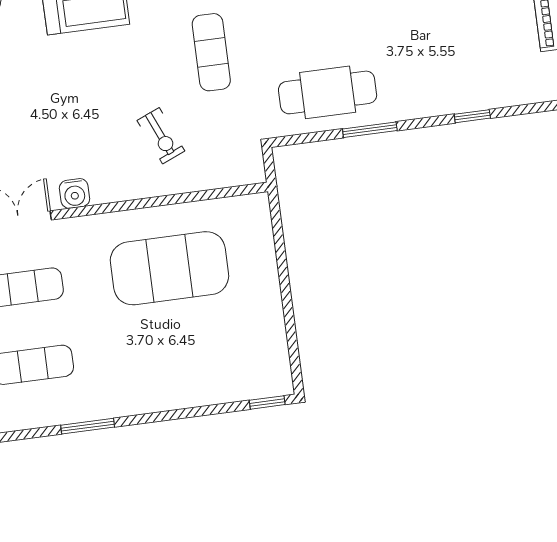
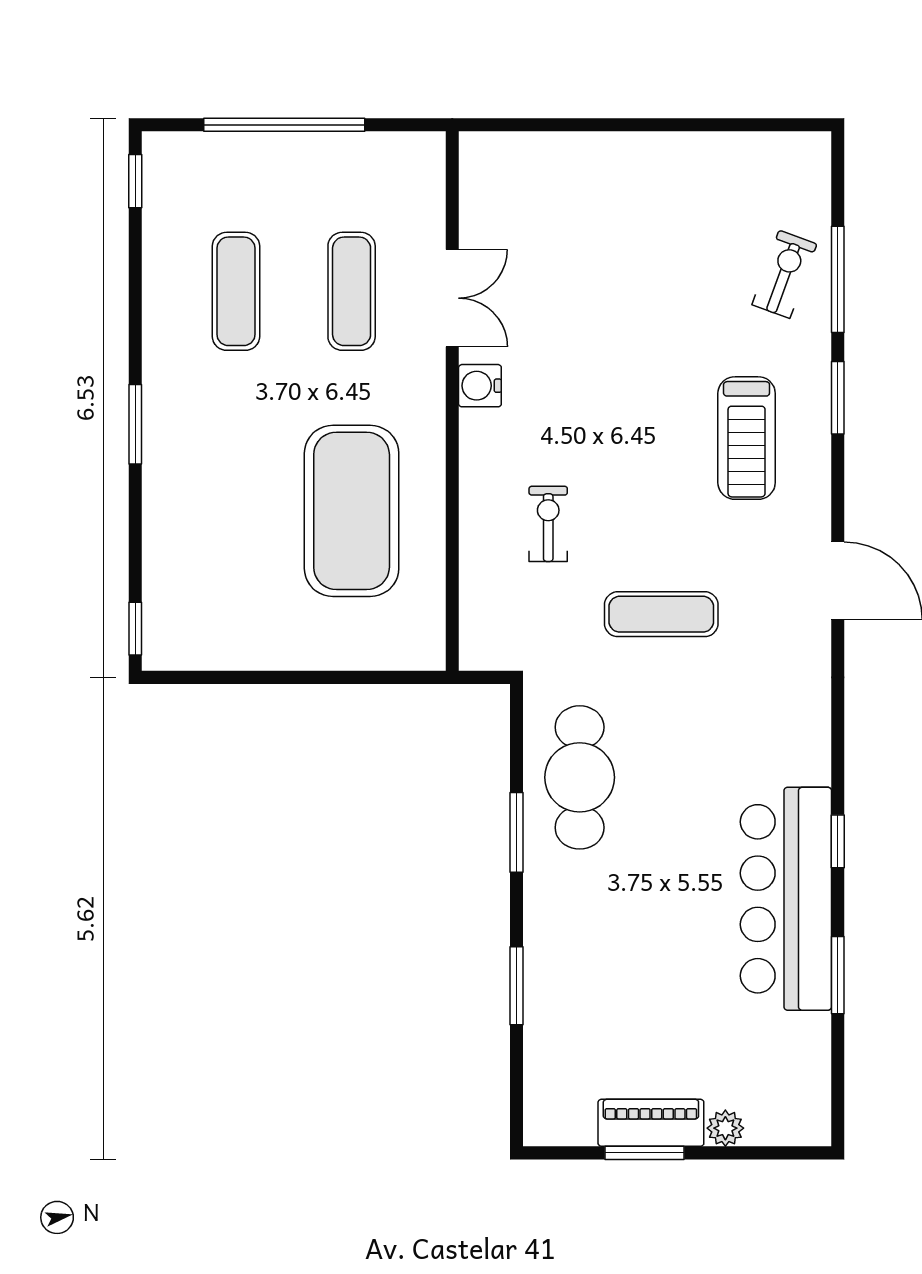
window: (472, 116) -> (517, 986), width x1.50
exercise bike: (161, 136) -> (548, 524), turned 113
window: (88, 426) -> (135, 424), moved

